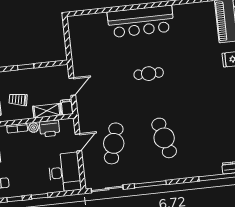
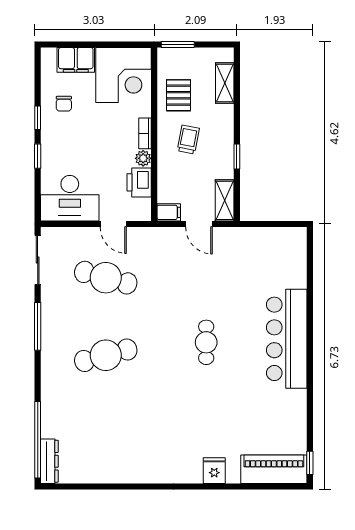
shelving: (47, 111) -> (225, 200), moved

